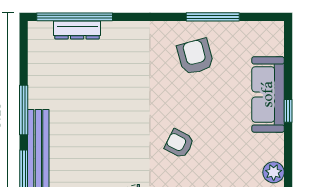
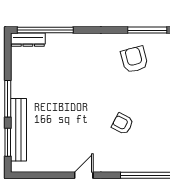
dresser: (77, 30) -> (28, 40), moved

